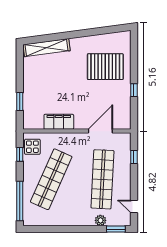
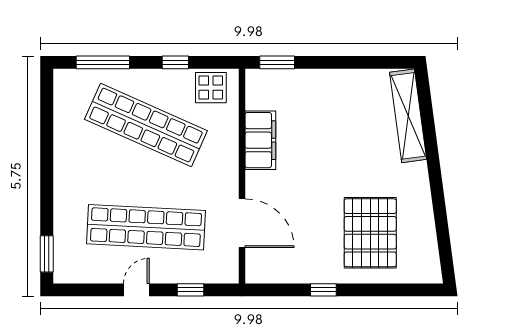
window: (20, 102) -> (277, 62), moved
window: (20, 154) -> (175, 62), moved
window: (20, 201) -> (103, 62), width x0.68
door: (134, 206) -> (136, 290), moved
plant: (100, 220) -> (64, 223), removed

